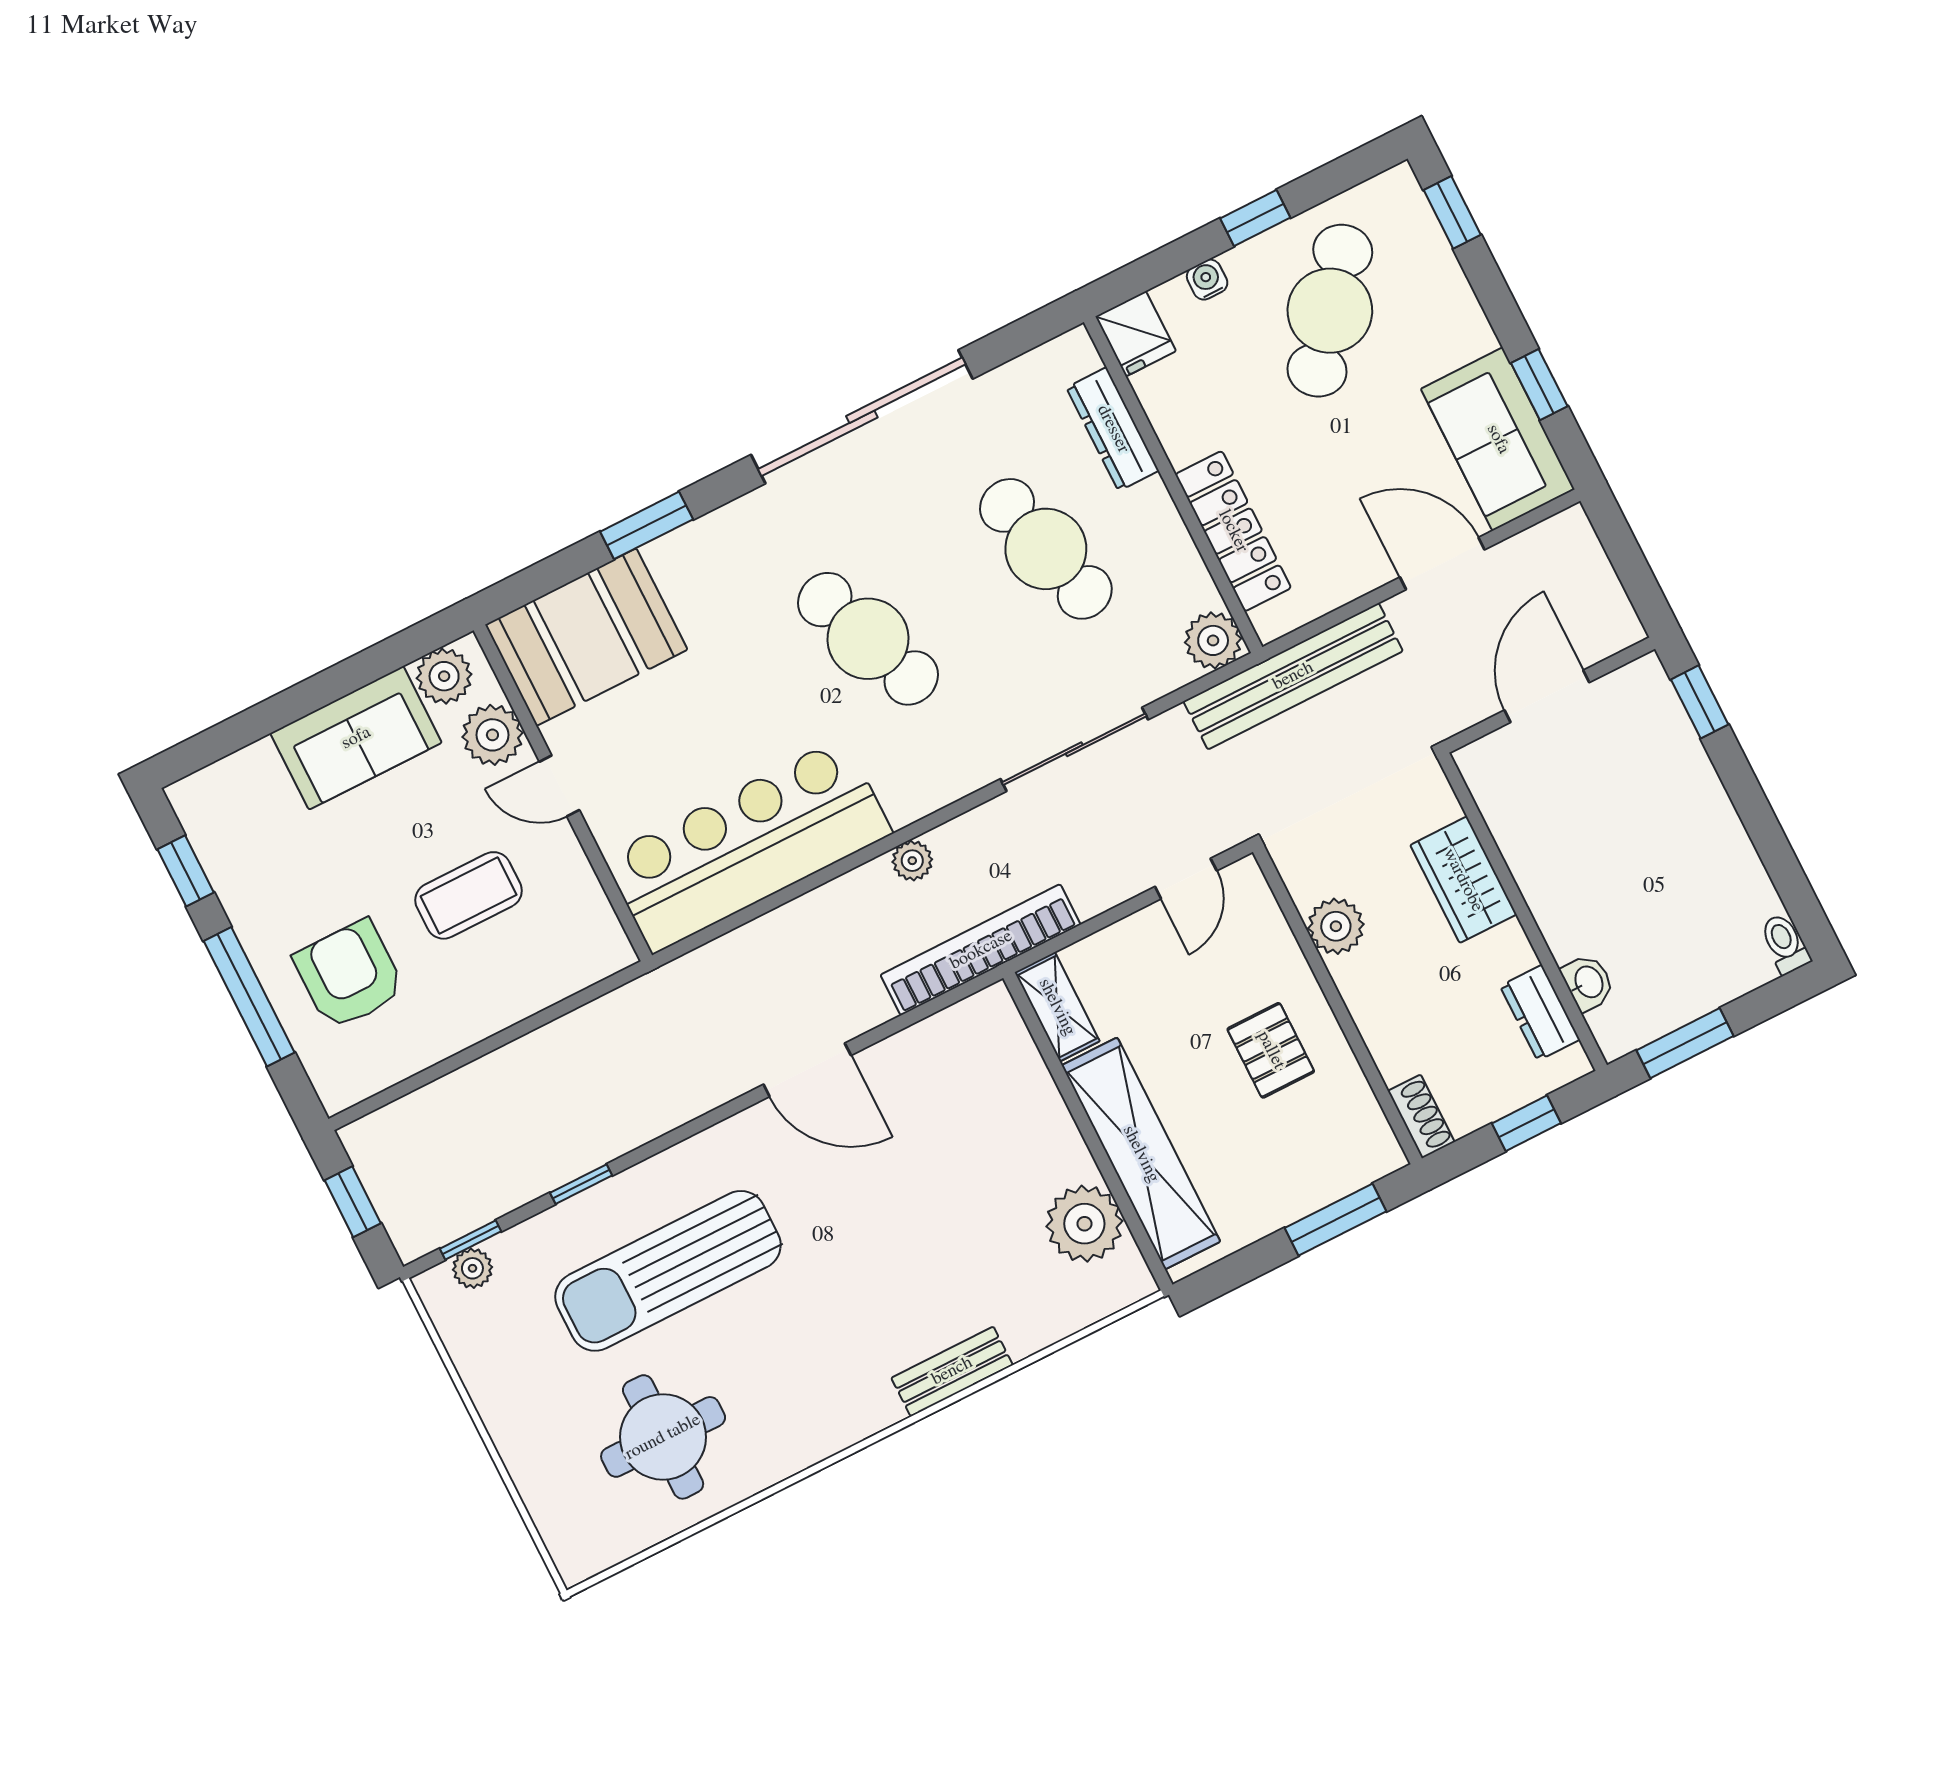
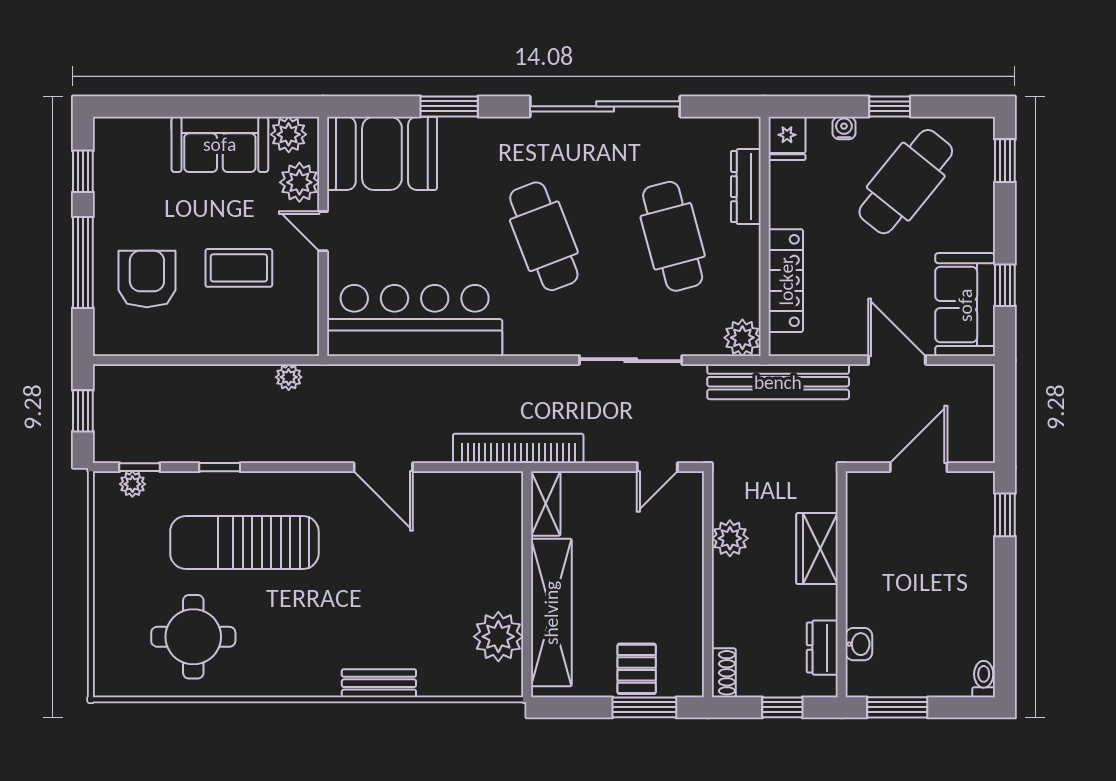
plant: (912, 861) -> (289, 377), moved
pallet: (1271, 1050) -> (637, 669), moved

